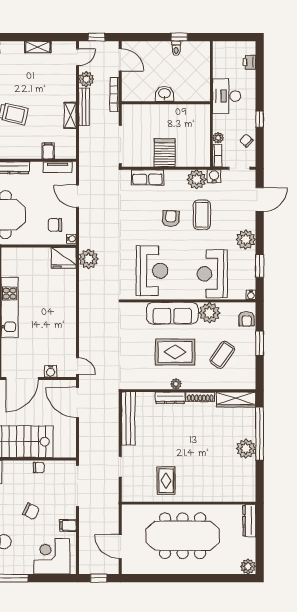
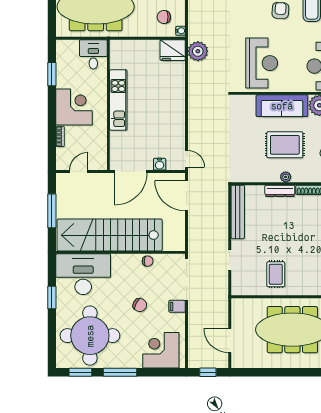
filing cabinet: (68, 525) -> (177, 306), moved

